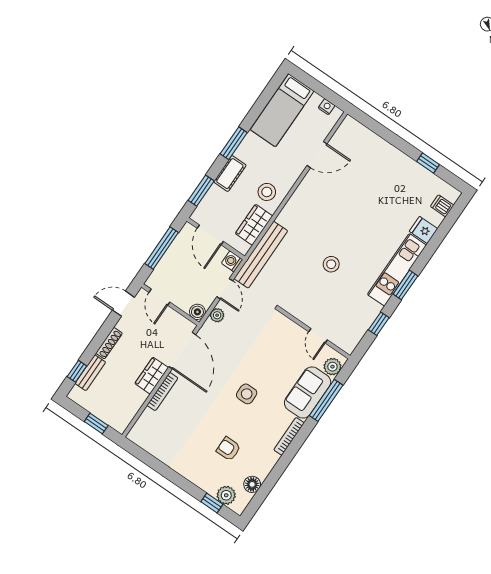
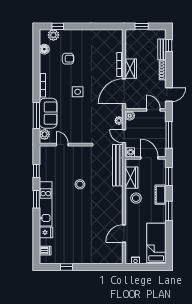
door: (182, 351) -> (124, 91), hinge flipped

